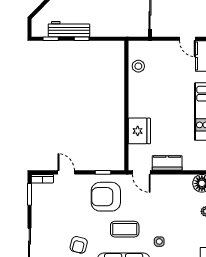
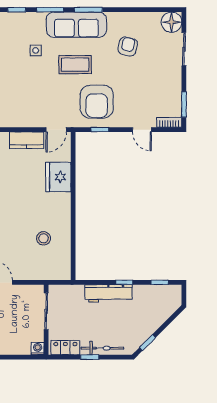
workbench: (69, 29) -> (109, 293), moved
stool: (138, 66) -> (44, 238), moved
door: (141, 172) -> (56, 130), swing flipped
armchair: (106, 197) -> (97, 102), turned 90

